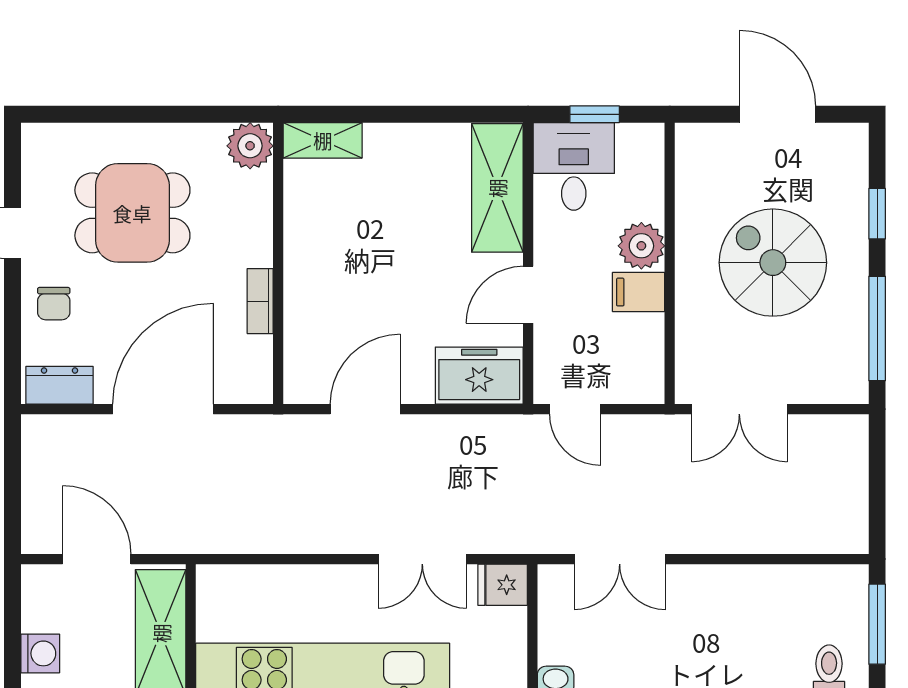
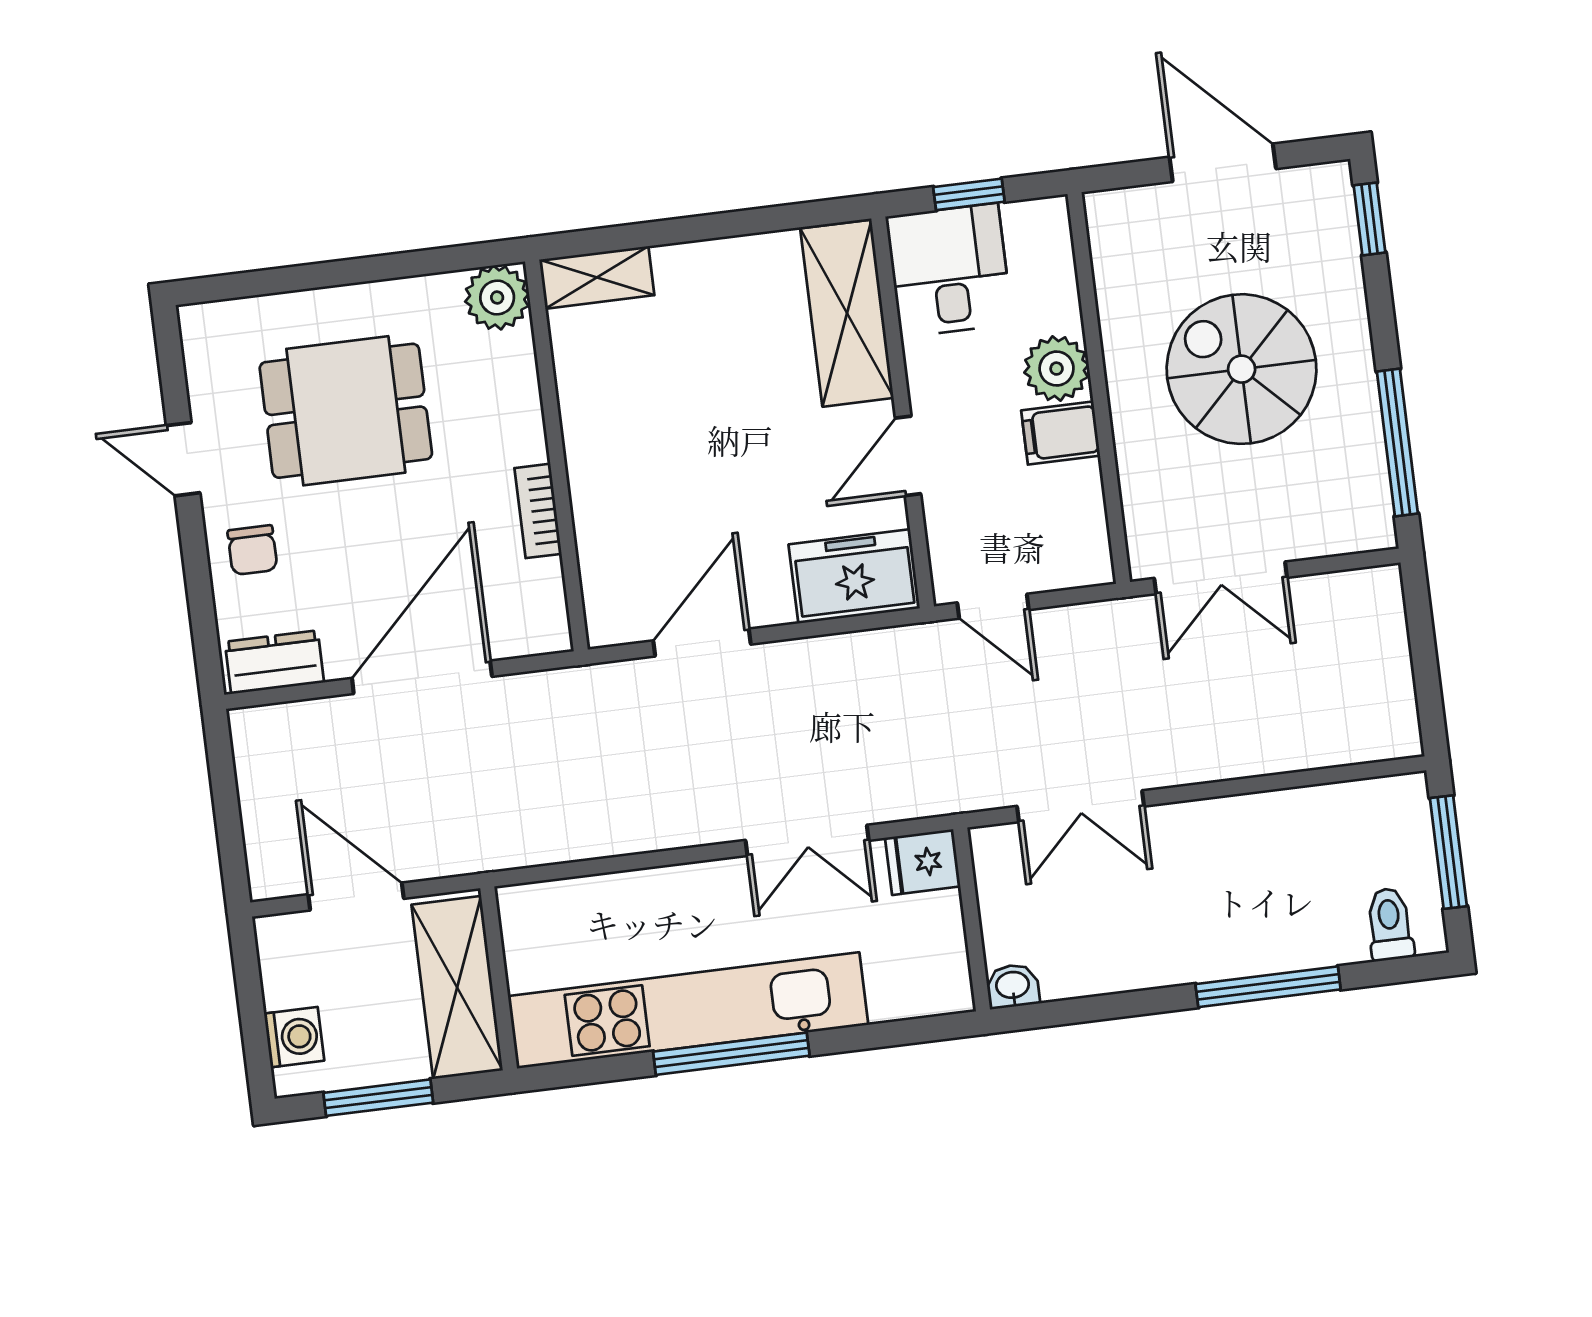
window: (877, 214) -> (1370, 219), moved

